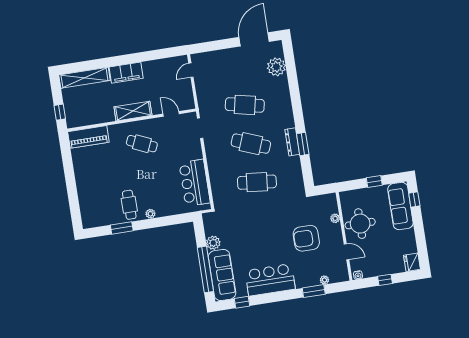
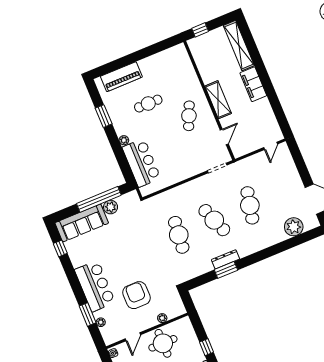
door: (191, 70) -> (271, 146), swing flipped
piano: (88, 137) -> (121, 77), moved, turned -90
cafe table: (251, 144) -> (214, 220), turned -42
bar counter: (195, 183) -> (141, 163), moved, turned 90
cafe table: (129, 205) -> (148, 104), moved
window: (205, 269) -> (99, 199), moved
bar counter: (270, 280) -> (95, 286), moved

